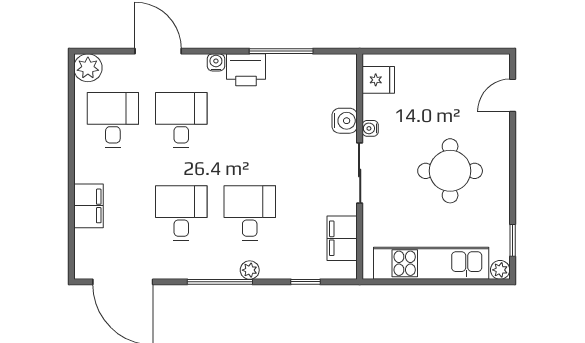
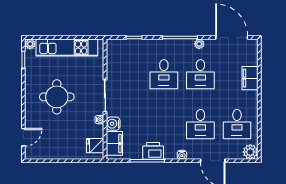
printer: (246, 70) -> (153, 151), moved
filing cabinet: (342, 238) -> (114, 143), moved
plant: (250, 270) -> (199, 44), moved

